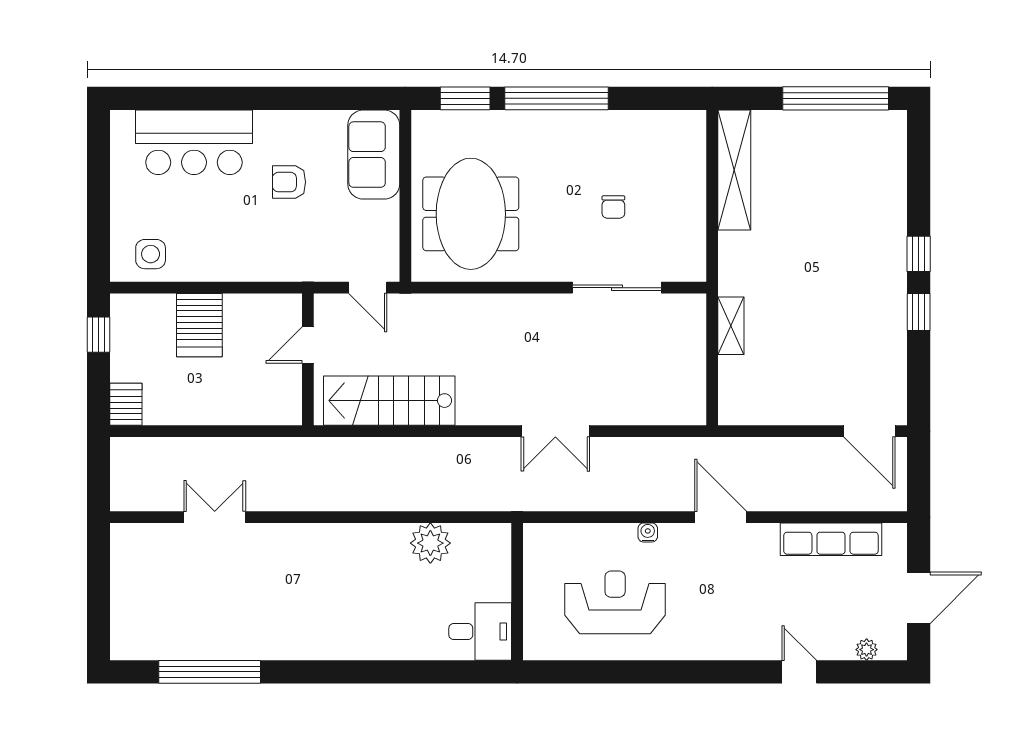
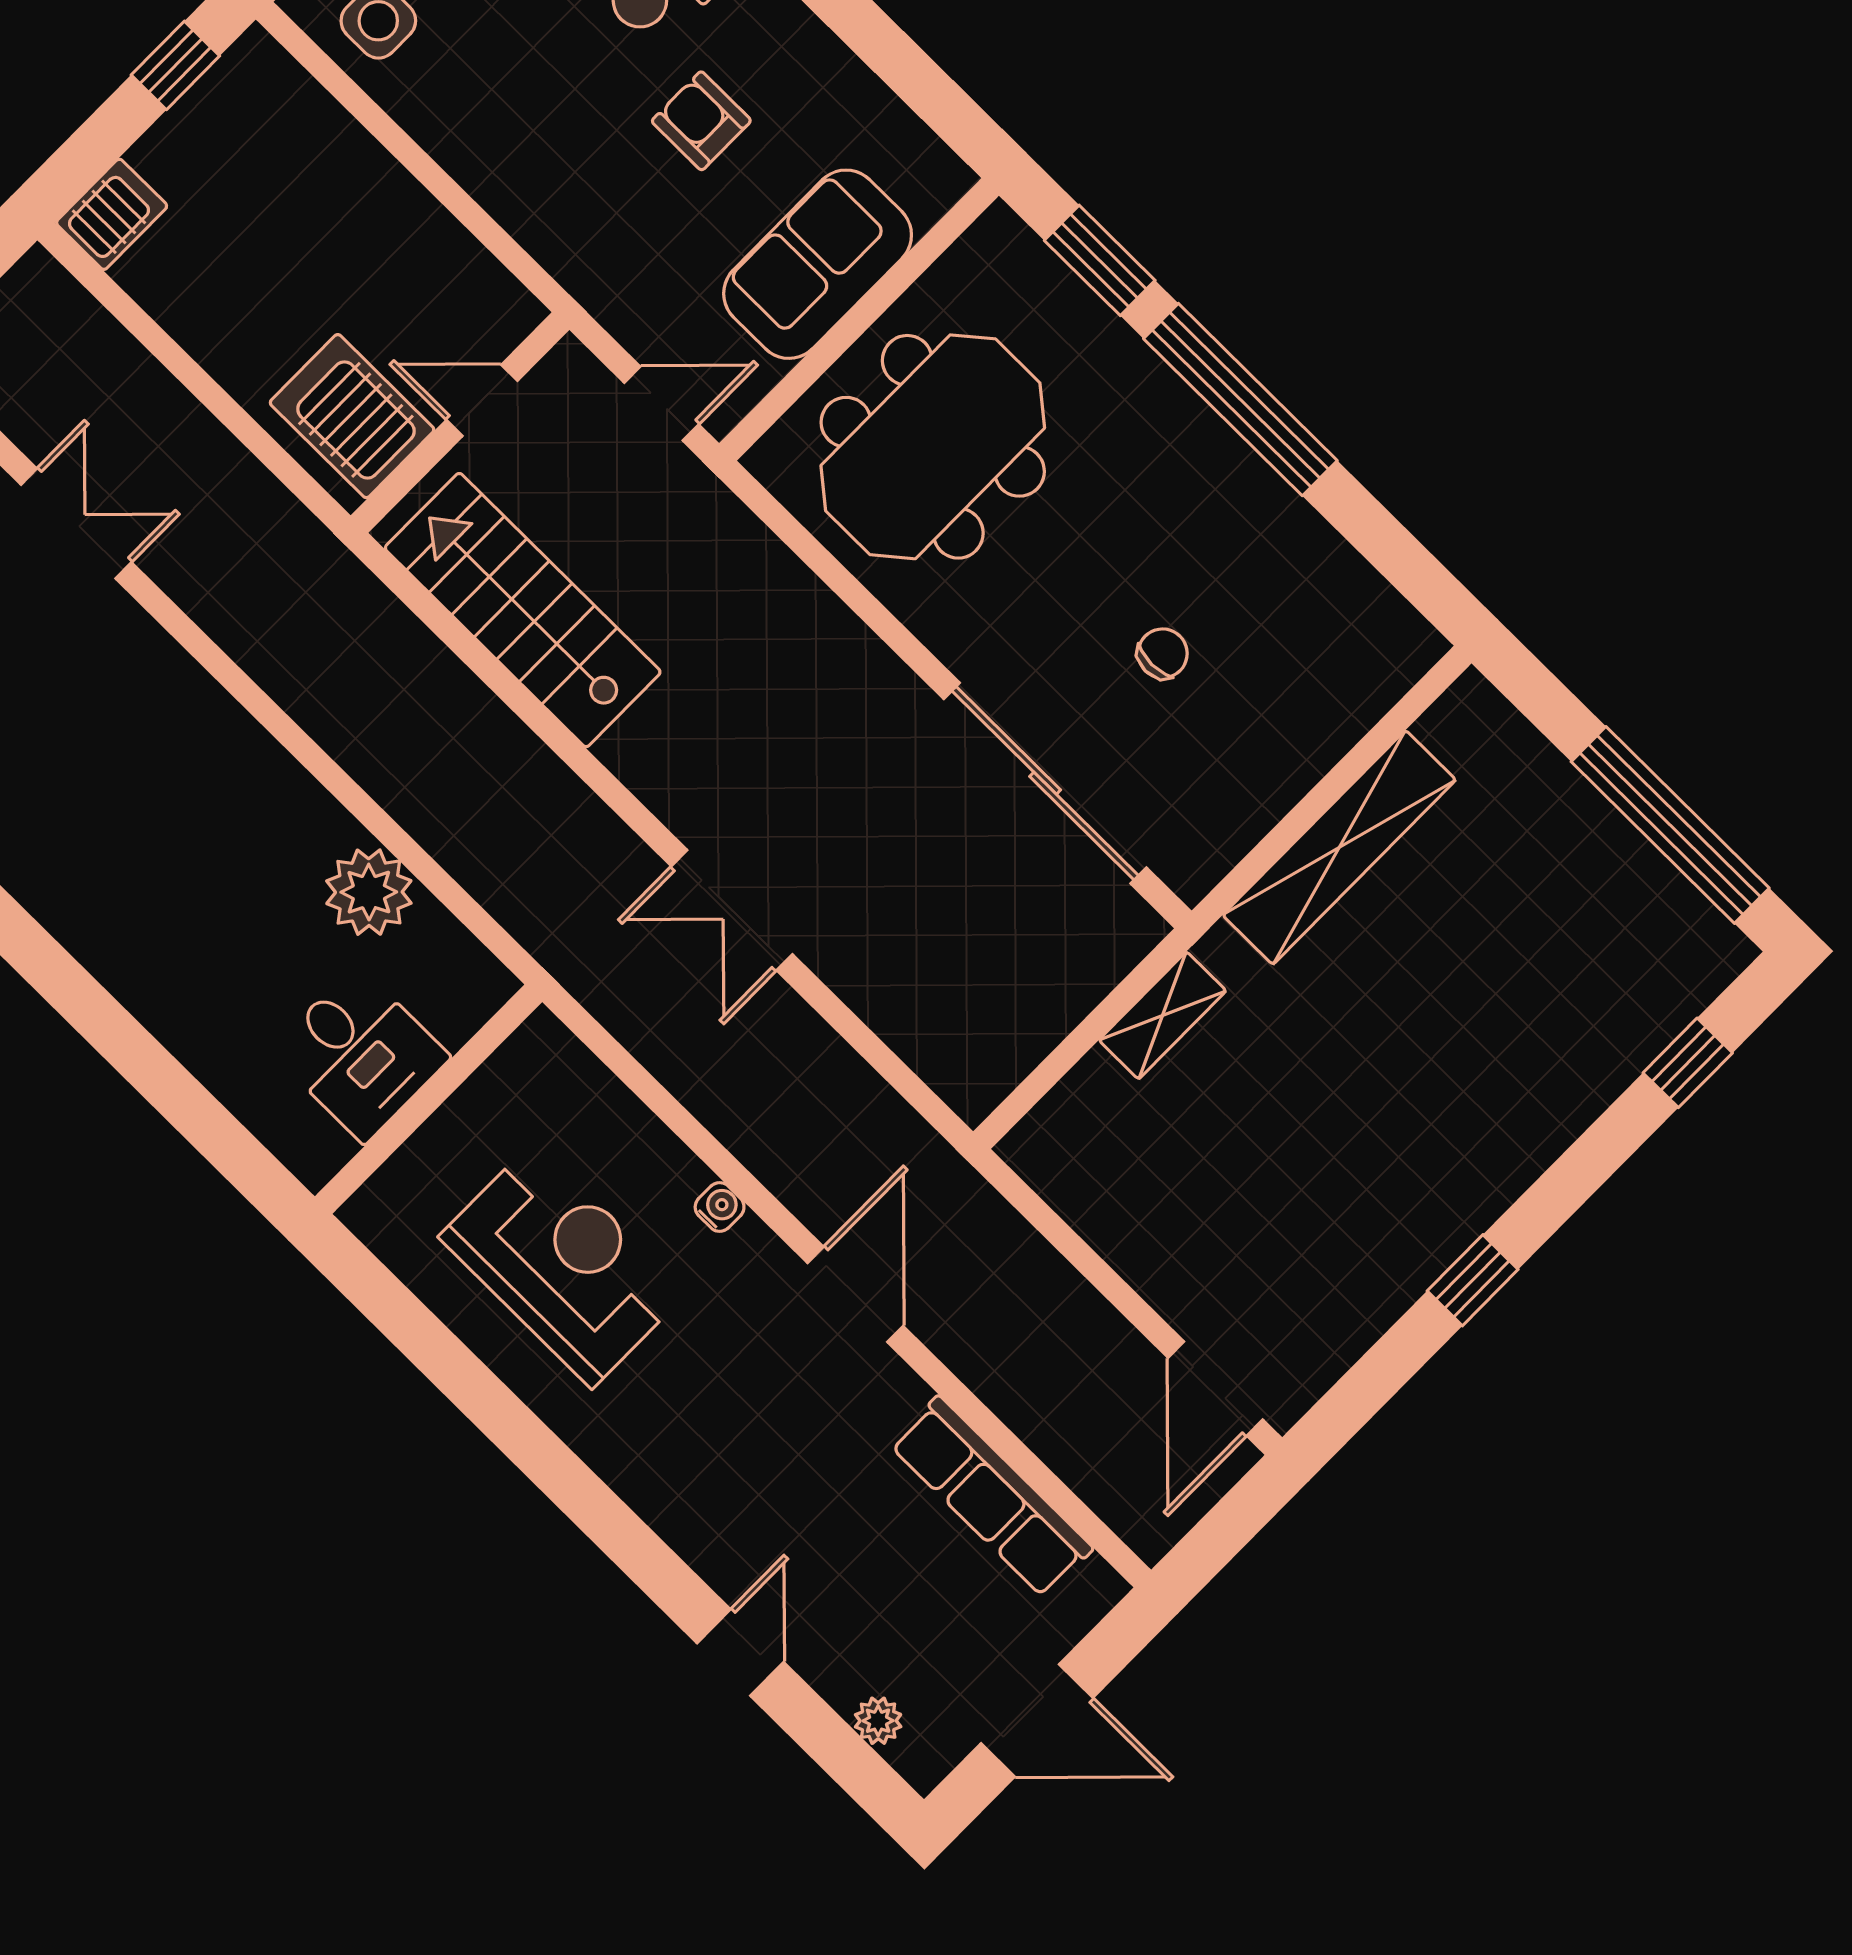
sofa: (374, 155) -> (818, 264), moved
shelving: (734, 170) -> (1339, 847), moved
chair: (613, 207) -> (1163, 653), turned 180
window: (919, 254) -> (1688, 1063), moved
door: (368, 288) -> (662, 404), swing flipped
sliding door: (617, 288) -> (1045, 783), width x1.36
server rack: (199, 325) -> (352, 416), moved, turned 90
desk: (480, 632) -> (360, 1054), moved

